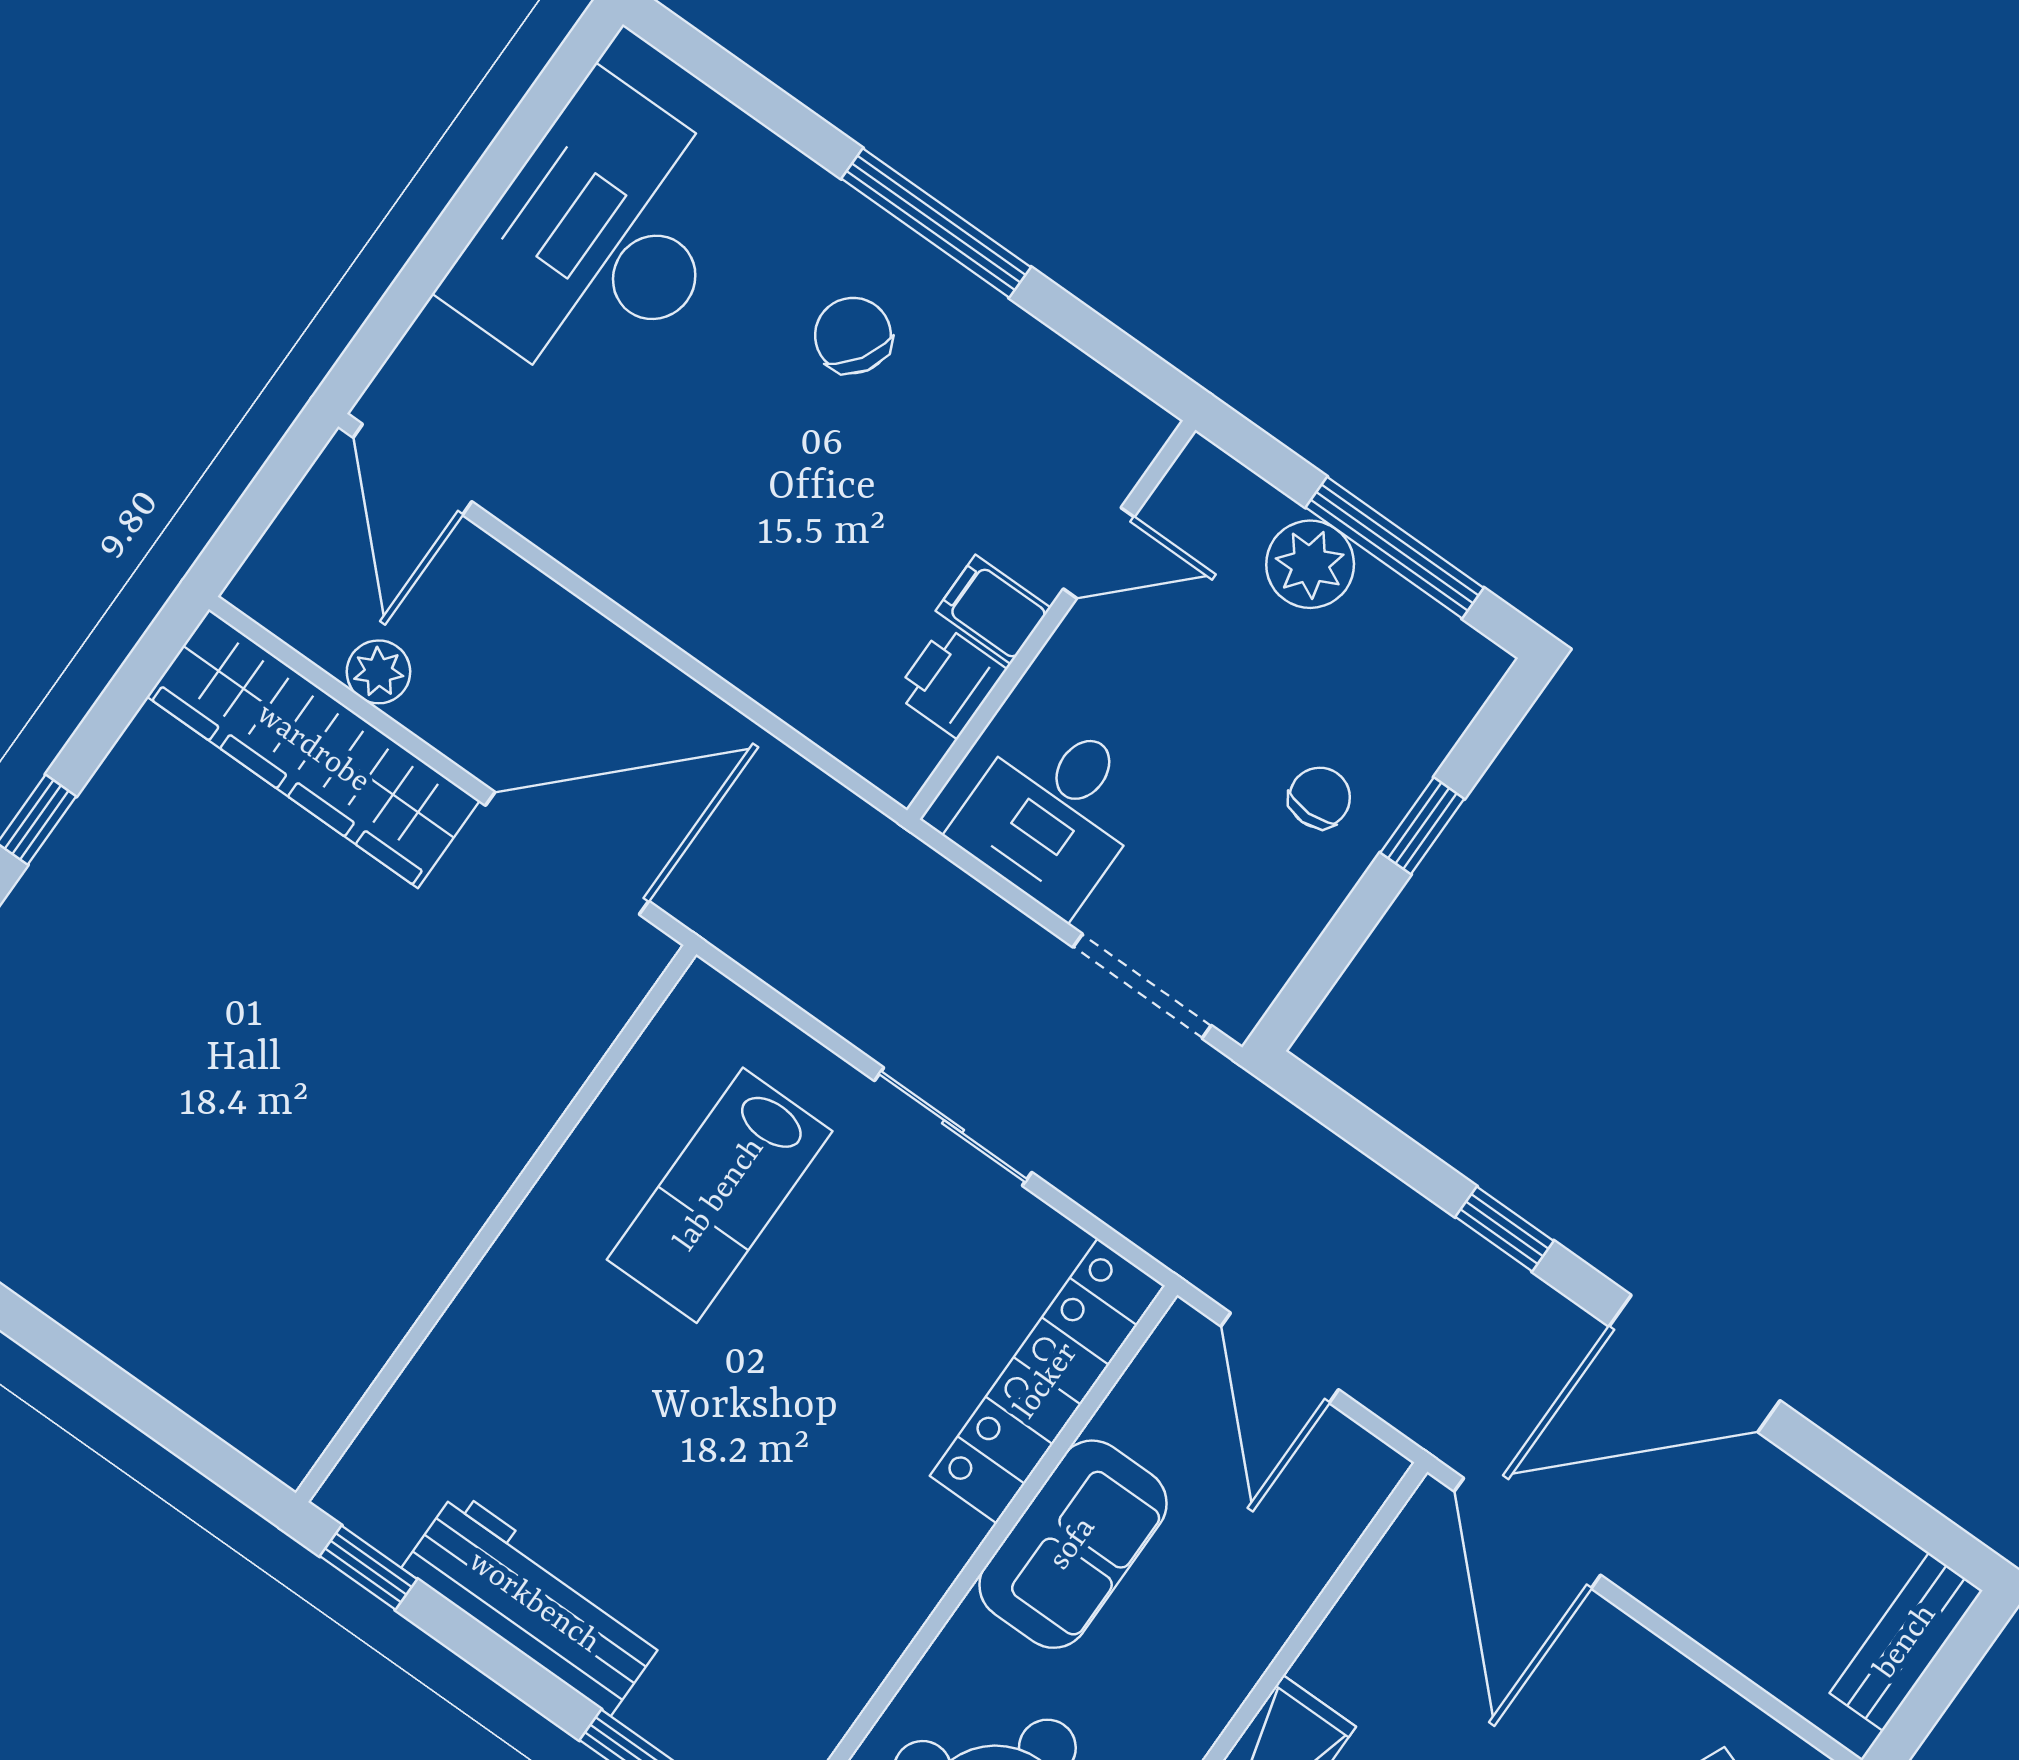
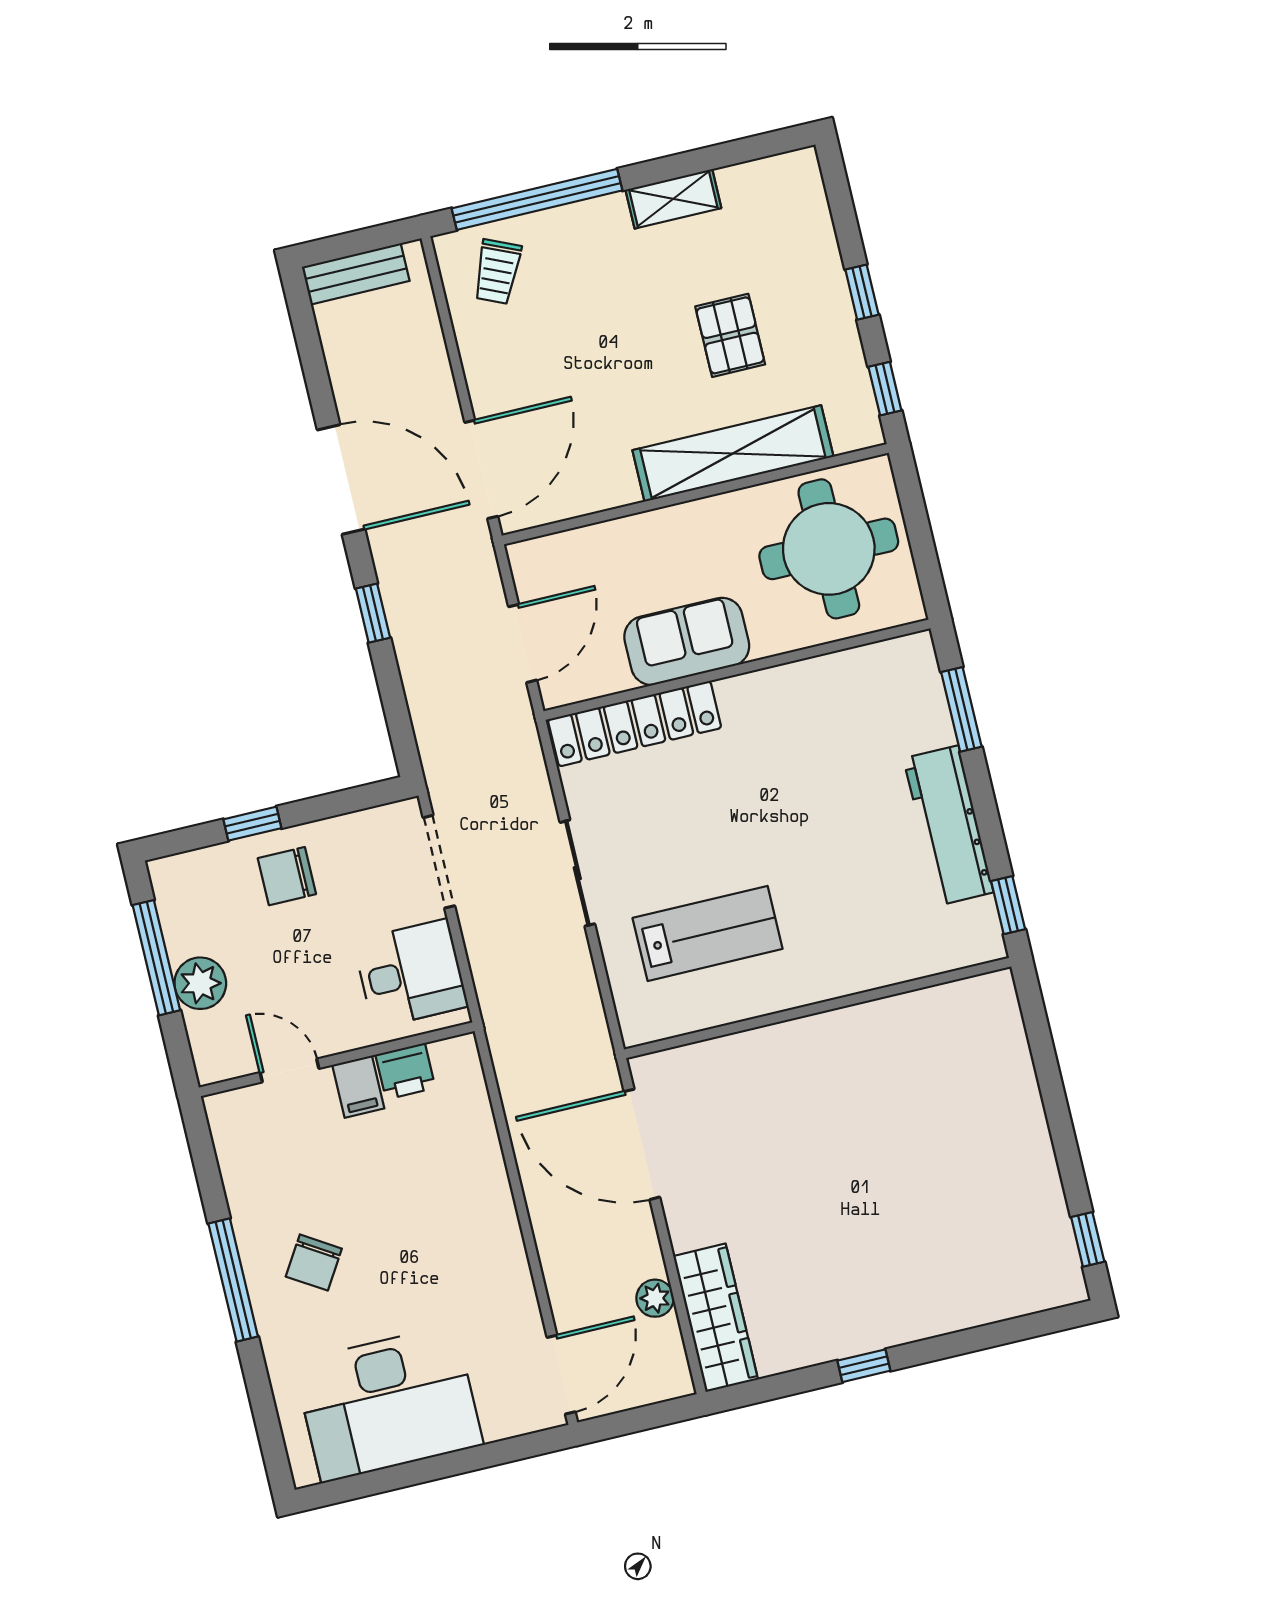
wardrobe: (313, 749) -> (716, 1318), width x0.71, depth x0.85
chair: (1320, 798) -> (287, 876), width x1.37, depth x1.37

